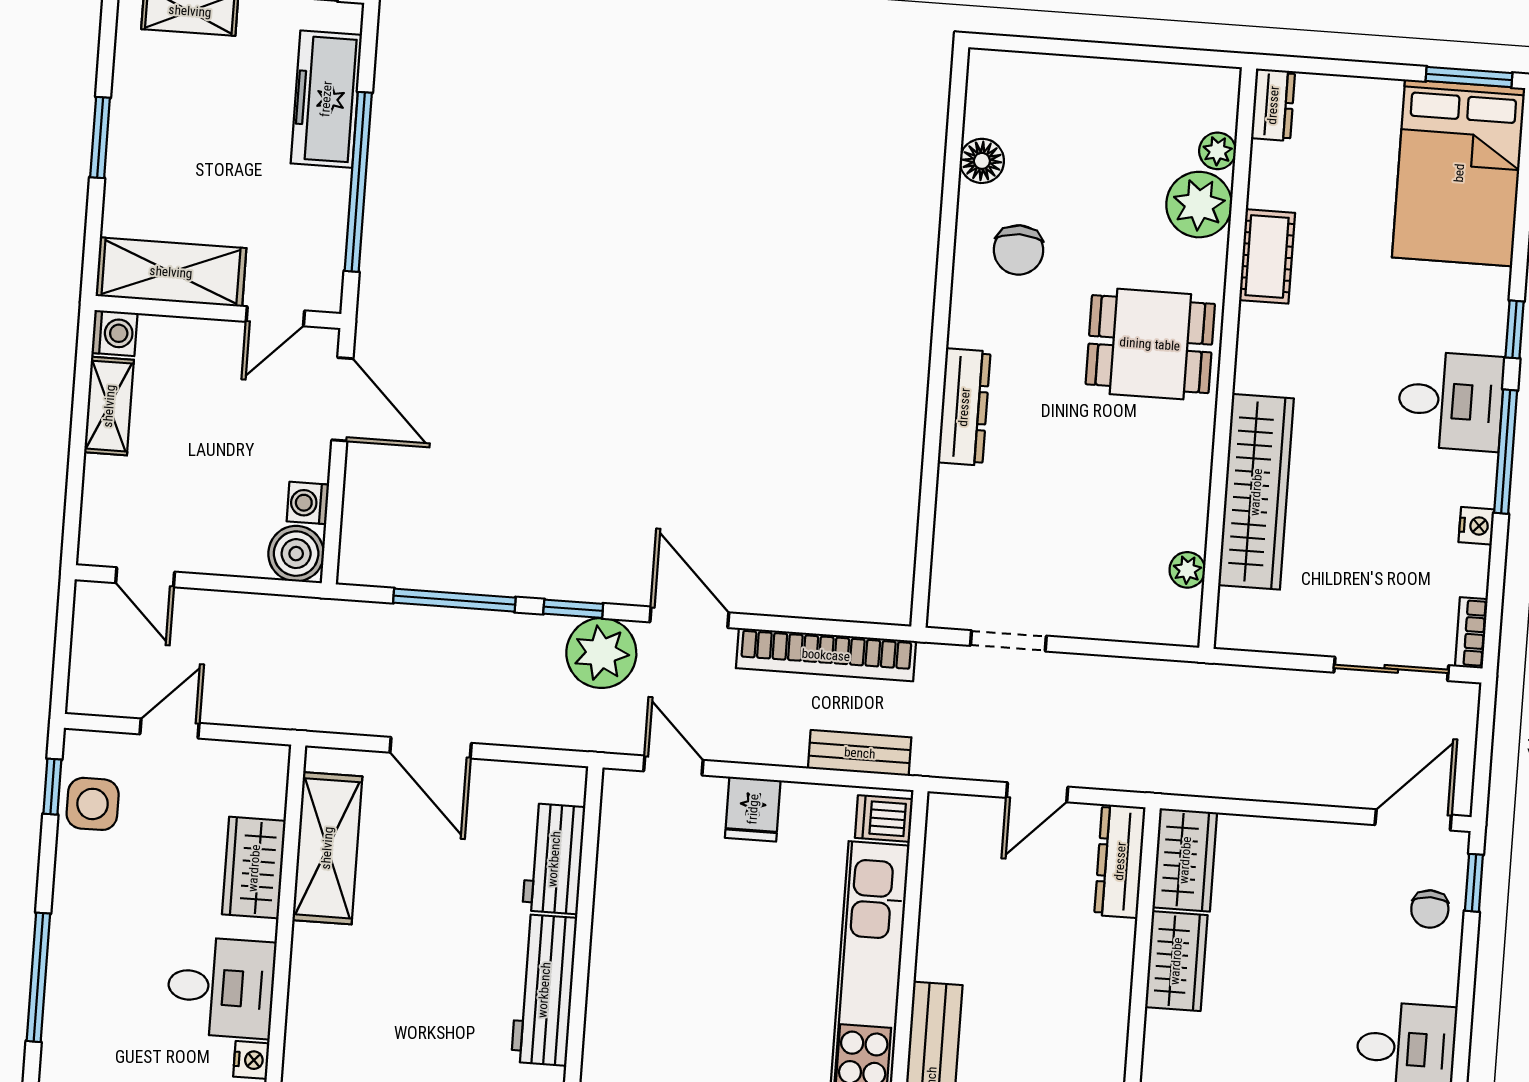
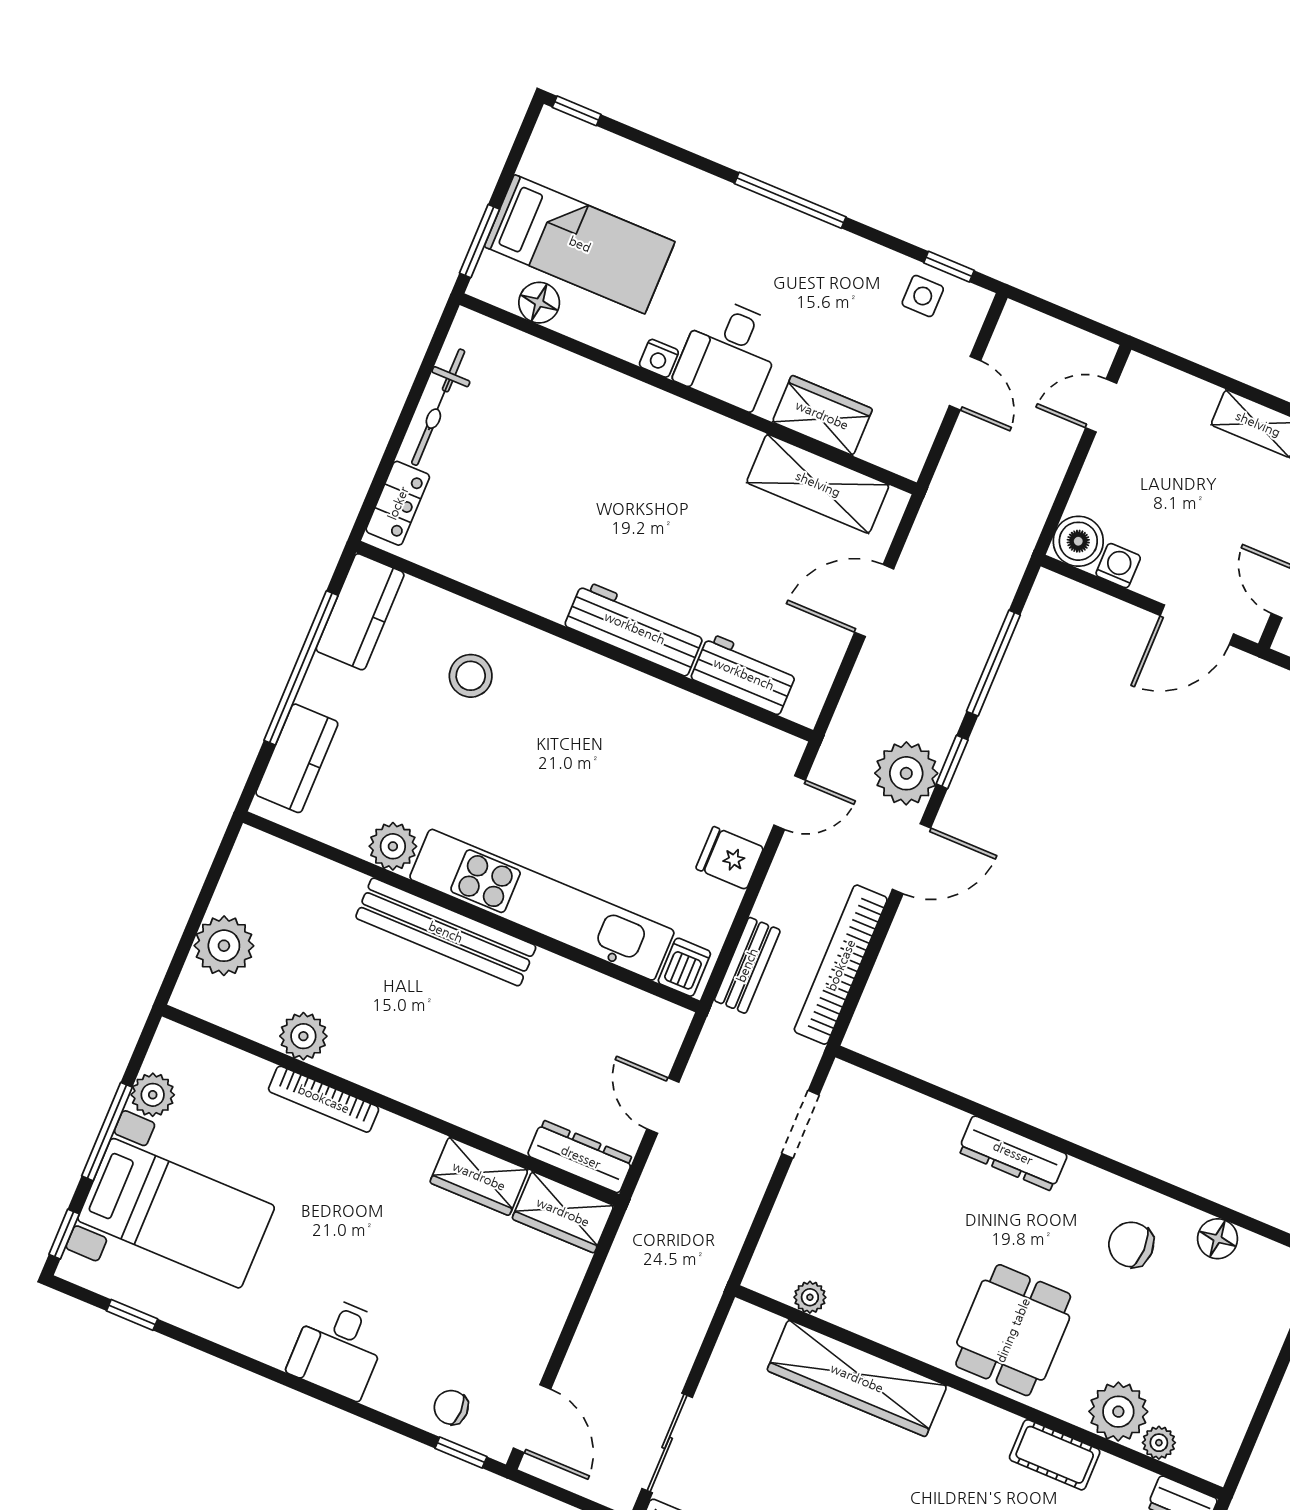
side table: (93, 804) -> (923, 296), width x0.73, depth x0.73

